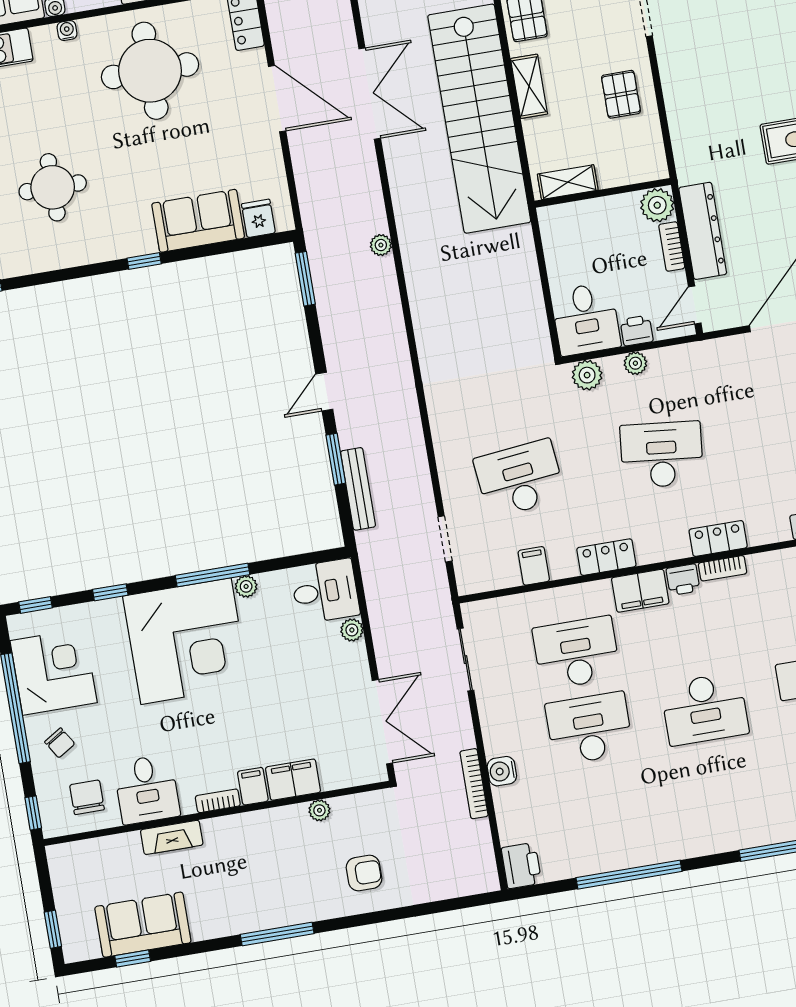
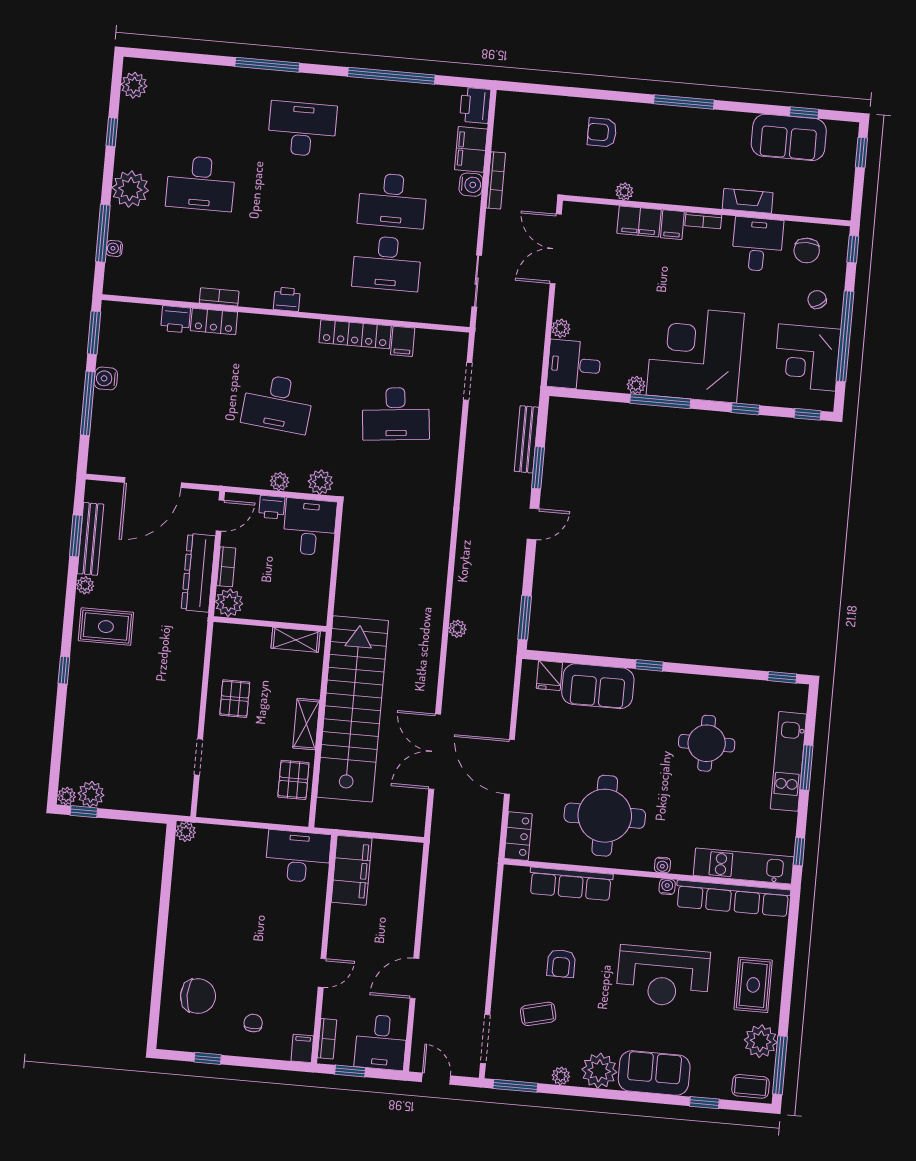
locker: (718, 538) -> (214, 321), moved
locker: (606, 557) -> (355, 334), width x1.53
bookcase: (723, 568) -> (219, 297), moved
filing cabinet: (640, 591) -> (471, 149), moved, turned -90
desk: (705, 709) -> (302, 129), moved

